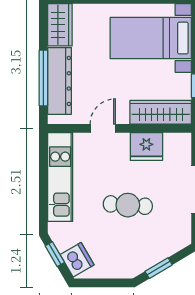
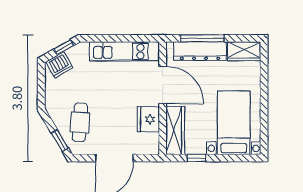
door: (103, 128) -> (163, 85), width x1.87
cafe table: (128, 205) -> (80, 122), moved
window: (159, 268) -> (60, 141), moved

